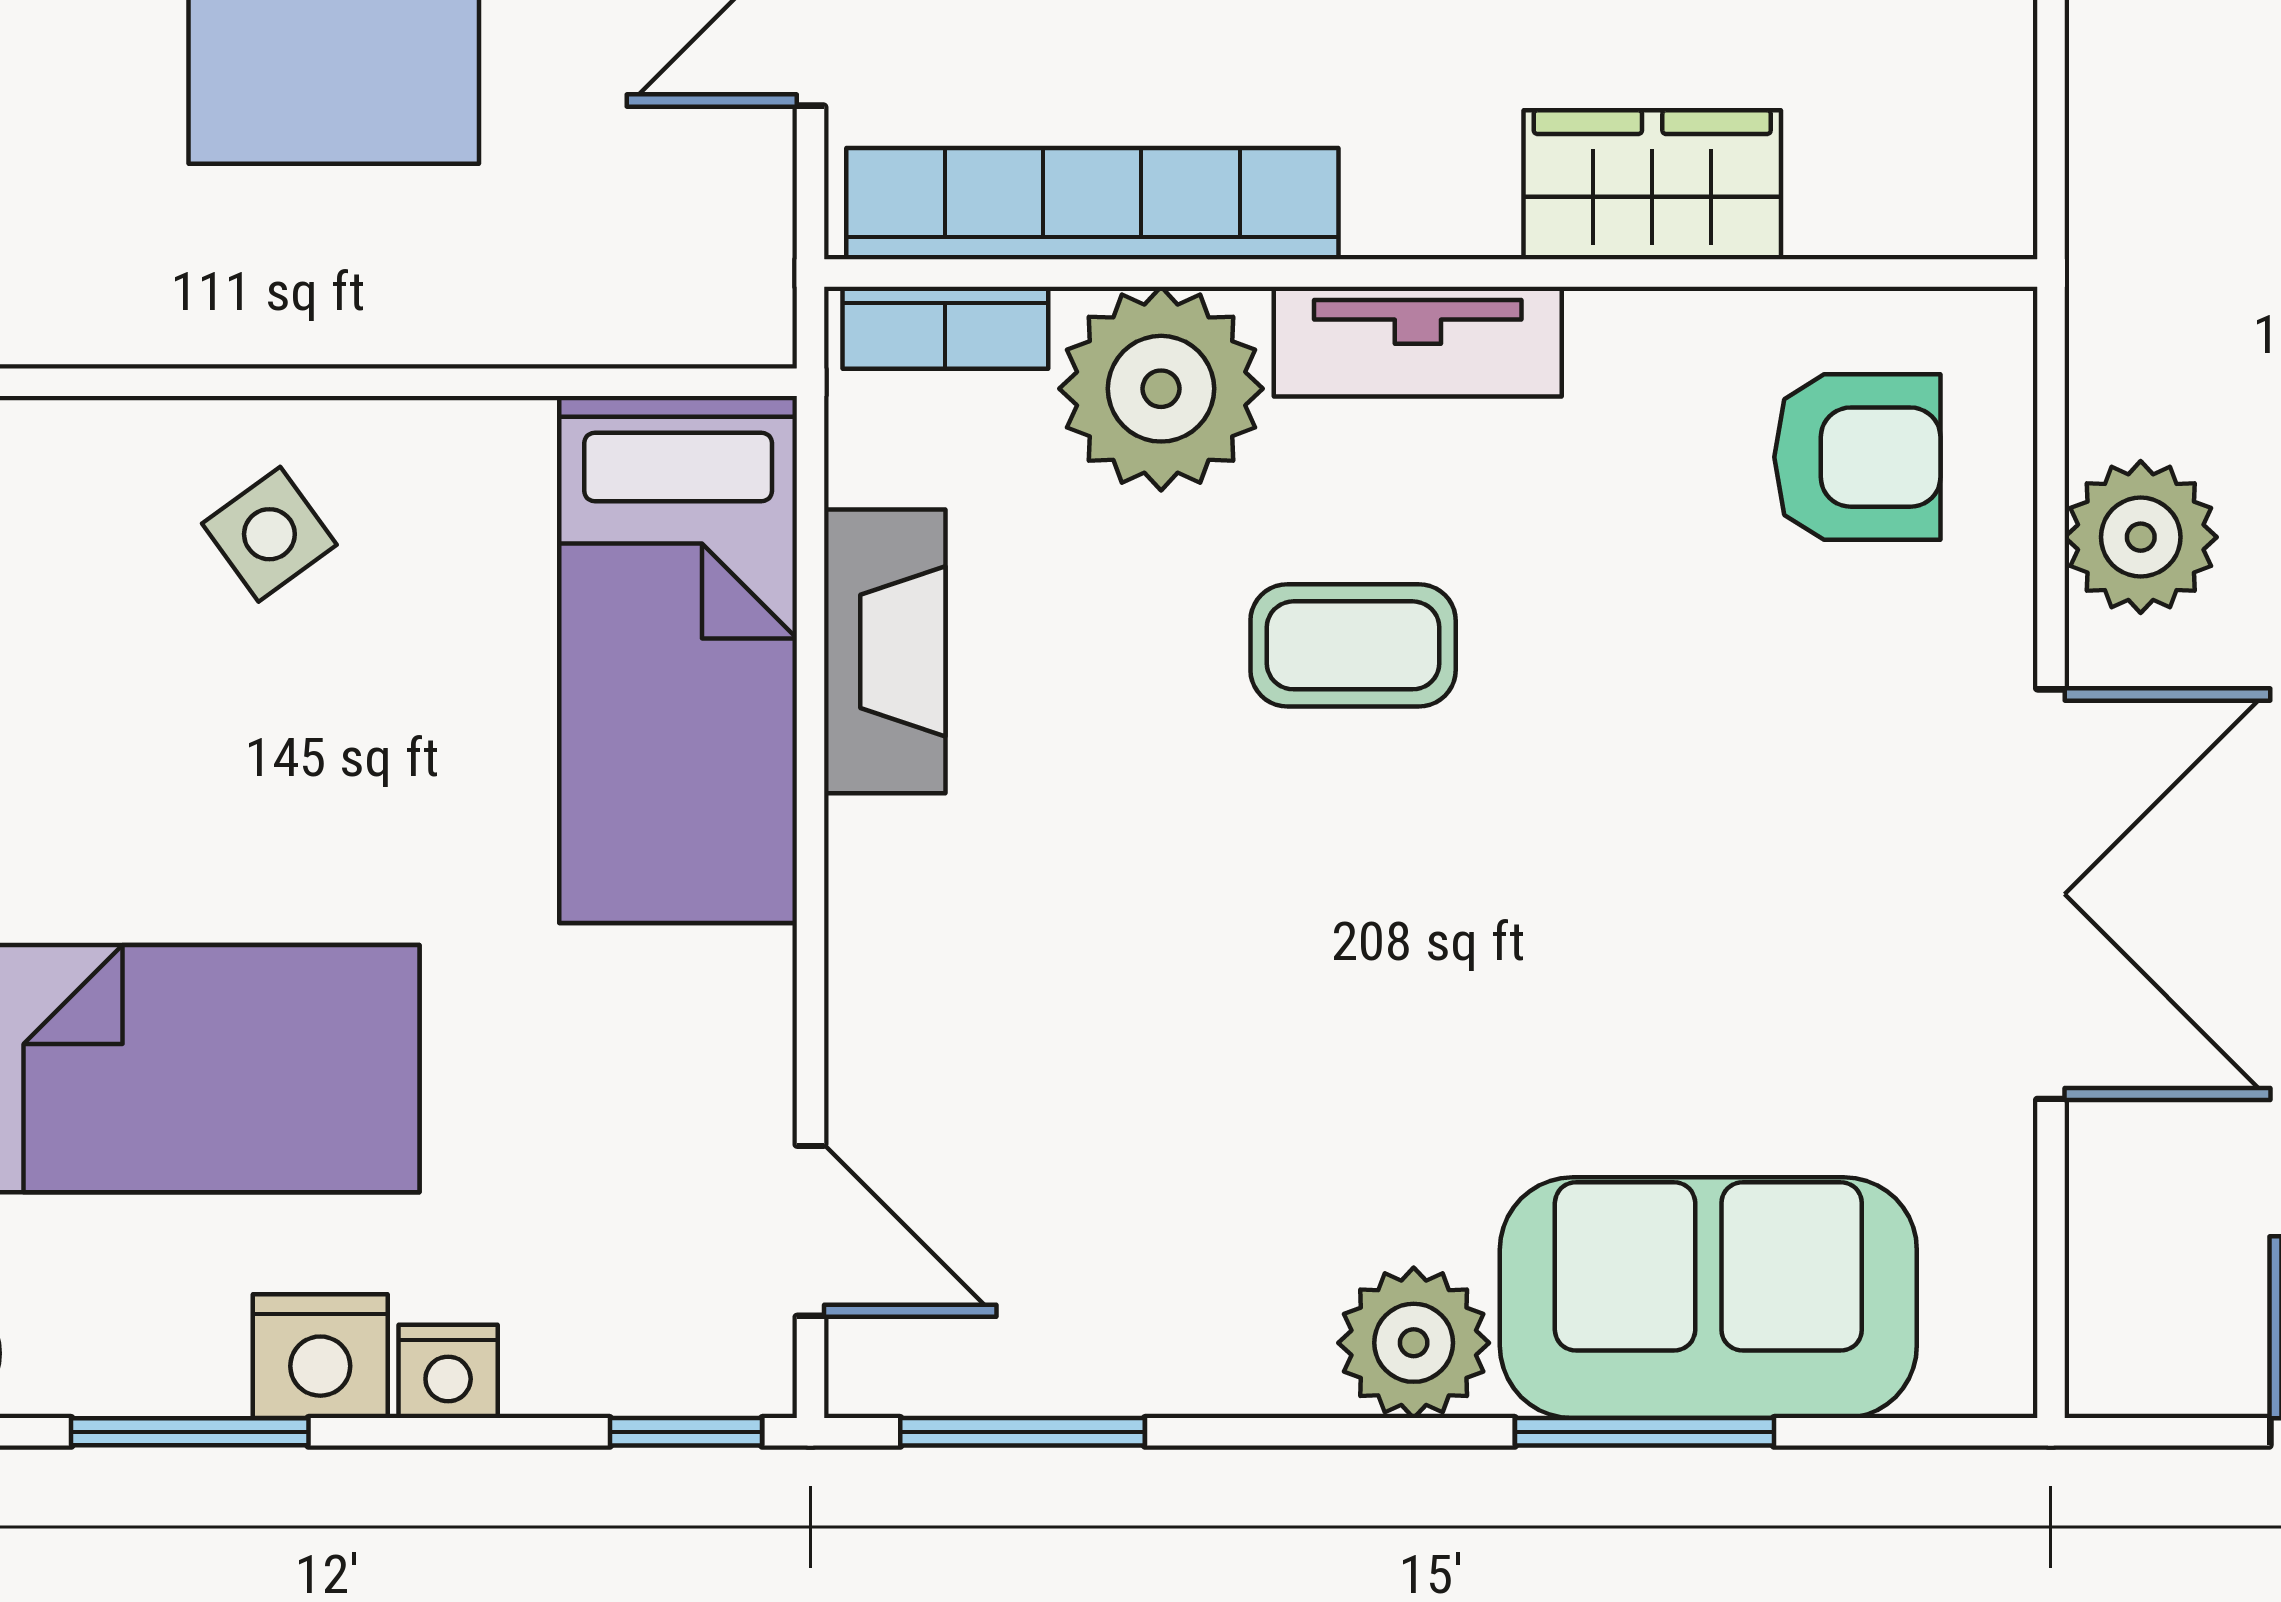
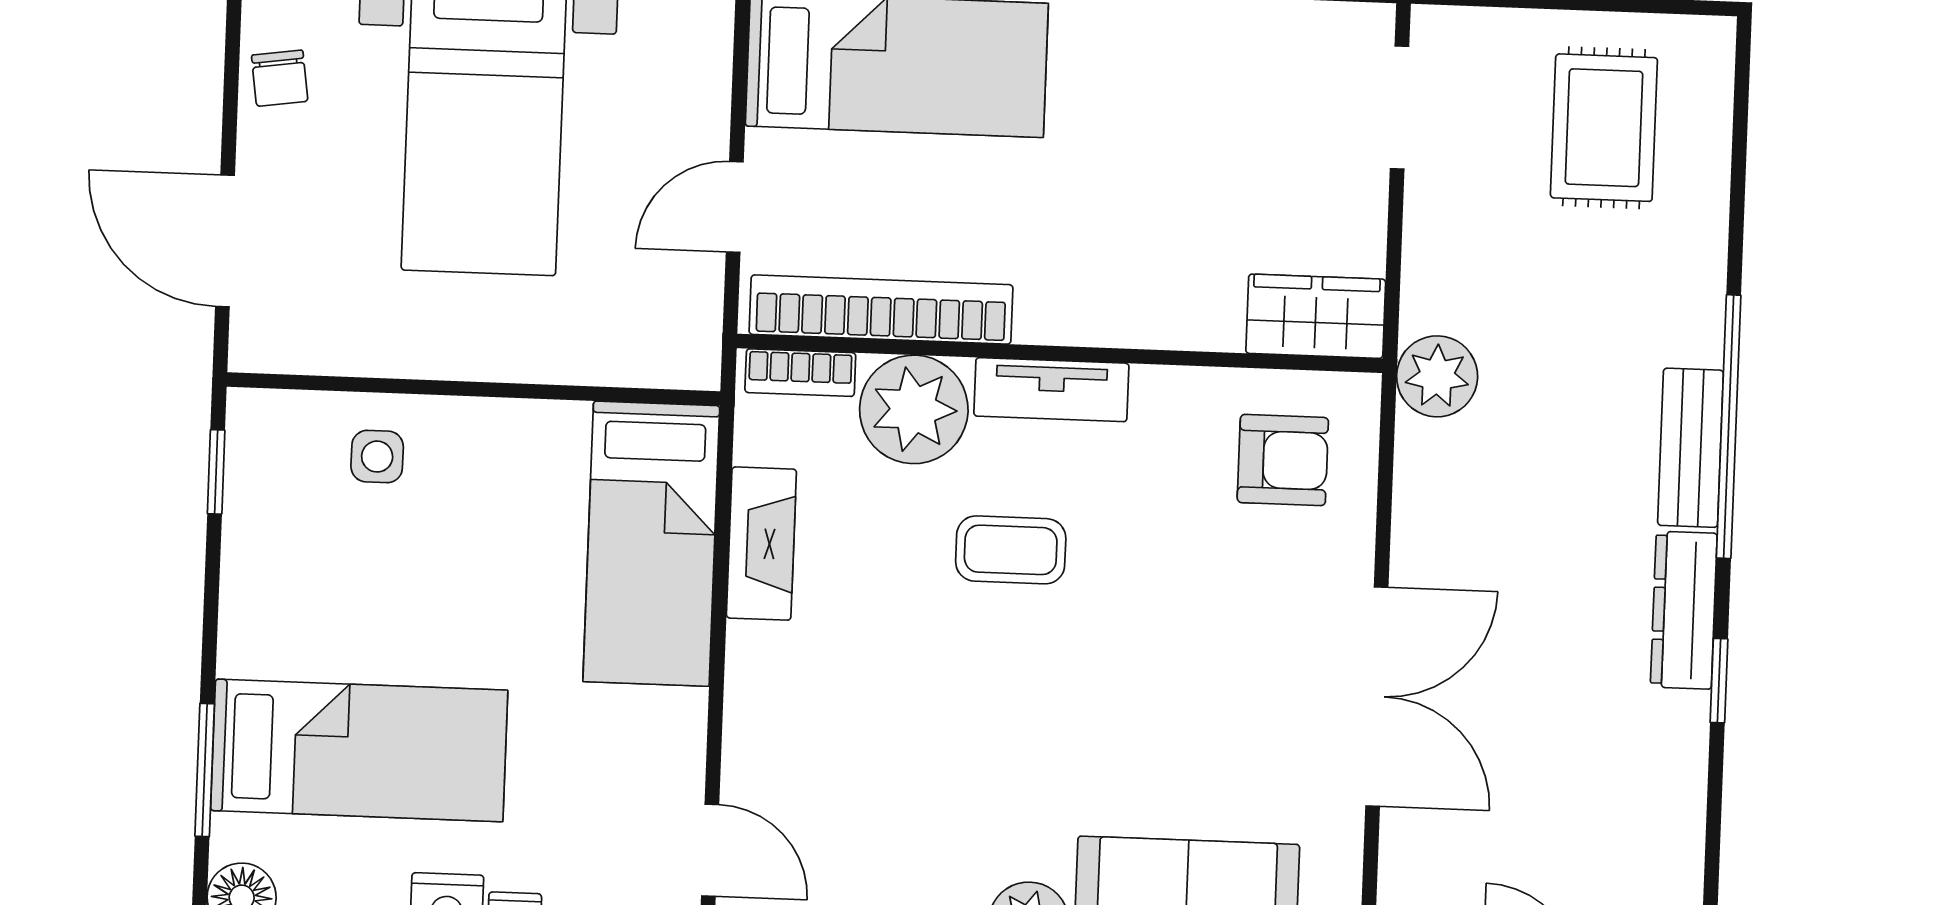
wardrobe: (1652, 185) -> (1316, 316), moved
side table: (269, 534) -> (377, 457), moved, turned 36
plant: (2141, 537) -> (1437, 376), moved

